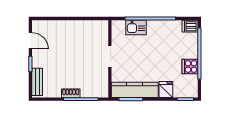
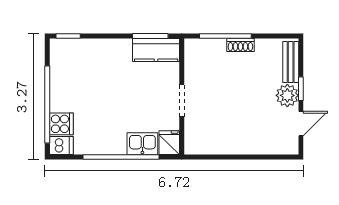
door: (30, 41) -> (301, 124), swing flipped
plant: (40, 60) -> (287, 95), added
cooker: (190, 67) -> (61, 124), moved
kitchen counter: (135, 90) -> (156, 50), width x0.67
fridge: (166, 90) -> (169, 143), moved, turned 180

